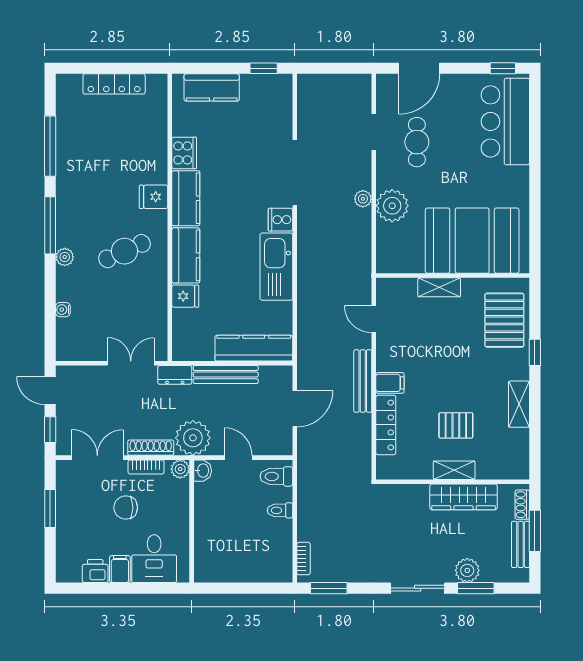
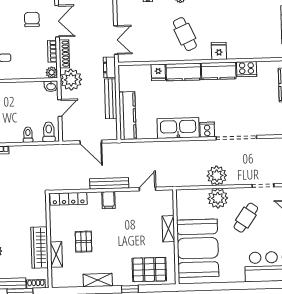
cafe table: (417, 142) -> (246, 218), moved, turned -55
plant: (363, 199) -> (217, 176), width x1.87, depth x1.87
locker: (386, 425) -> (69, 199), moved
shelving: (454, 470) -> (56, 254), moved
chair: (126, 508) -> (32, 19), moved

